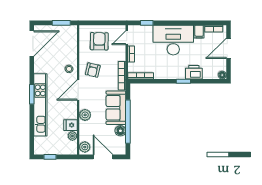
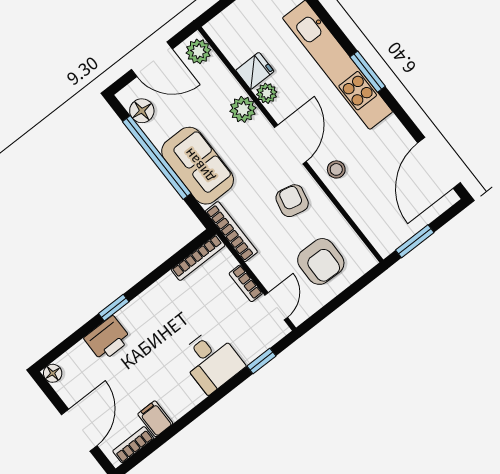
desk: (173, 40) -> (211, 361), width x0.53, depth x0.77
floor lamp: (120, 131) -> (142, 111), moved
plant: (72, 136) -> (267, 93), moved

